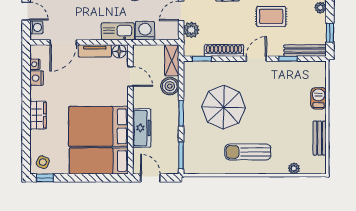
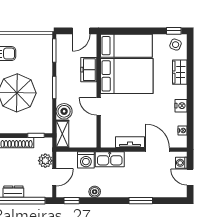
door: (63, 42) -> (158, 150), hinge flipped
floor lamp: (119, 51) -> (109, 142), removed
door: (130, 76) -> (99, 106), moved
nightstand: (37, 78) -> (181, 106), moved
wardrobe: (38, 115) -> (180, 72), moved
freezer: (142, 128) -> (89, 70), width x0.71
door: (150, 178) -> (81, 31), hinge flipped

